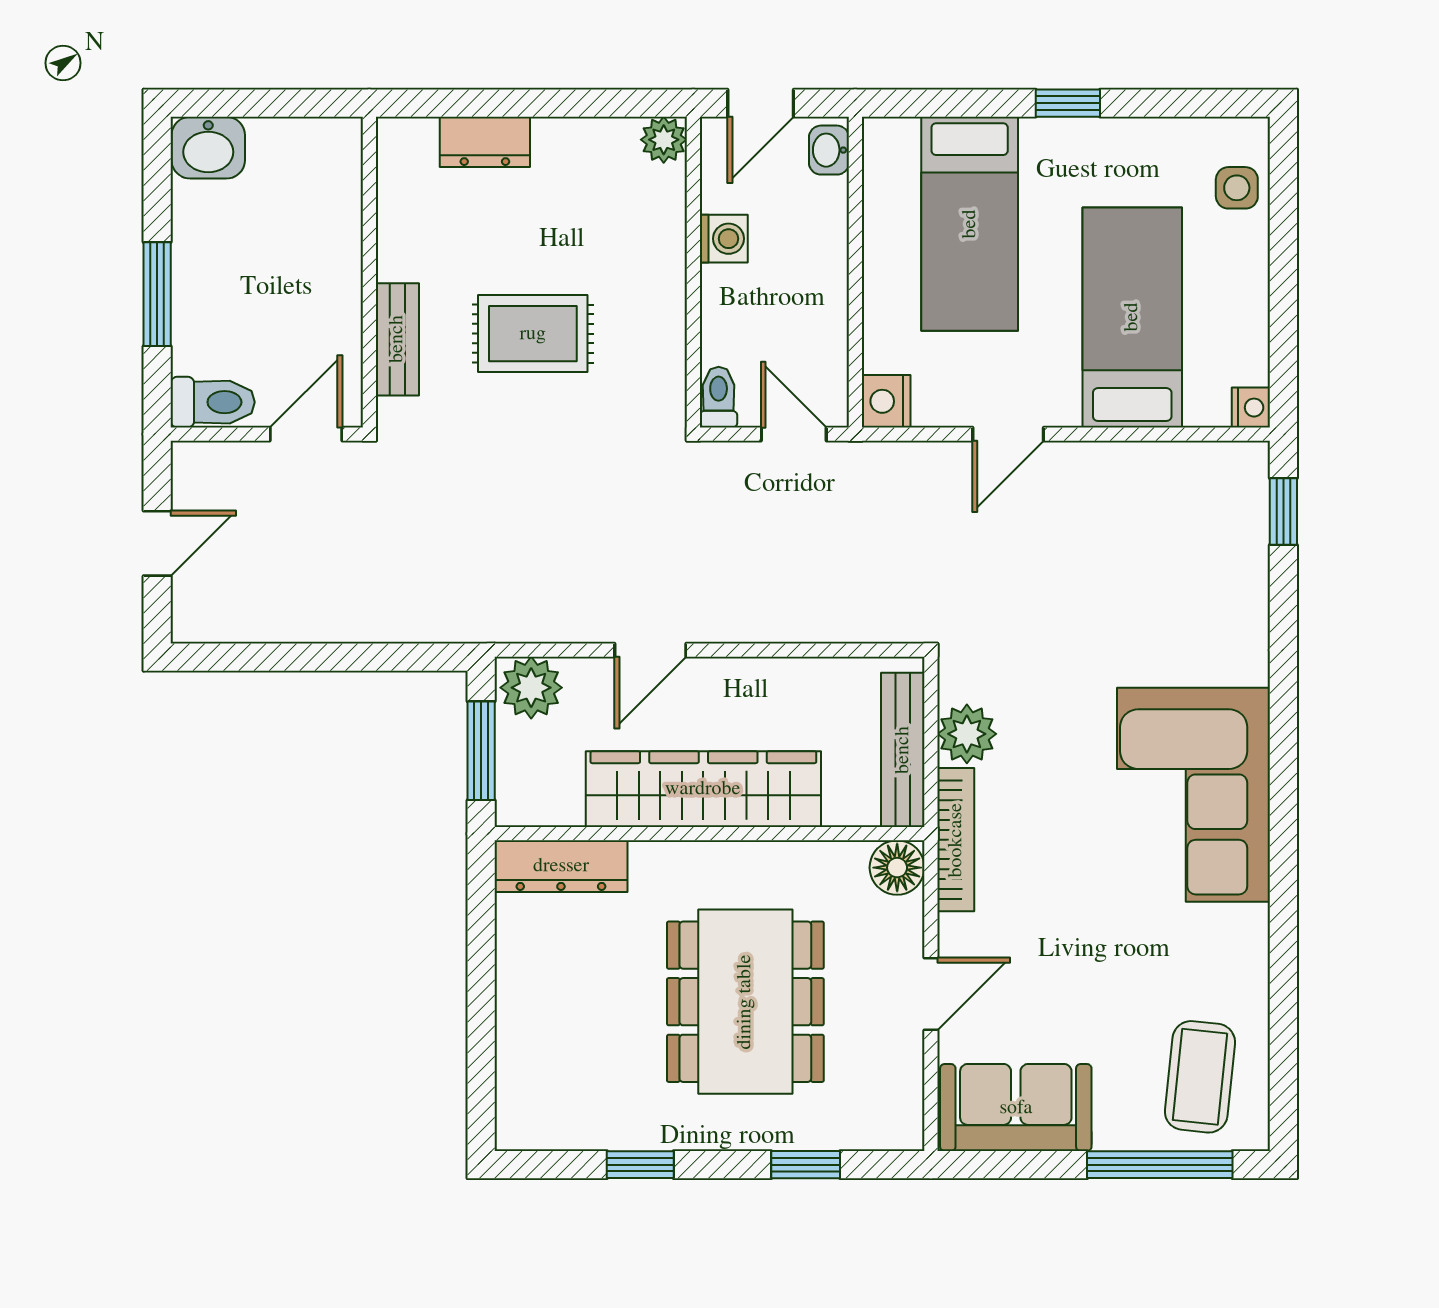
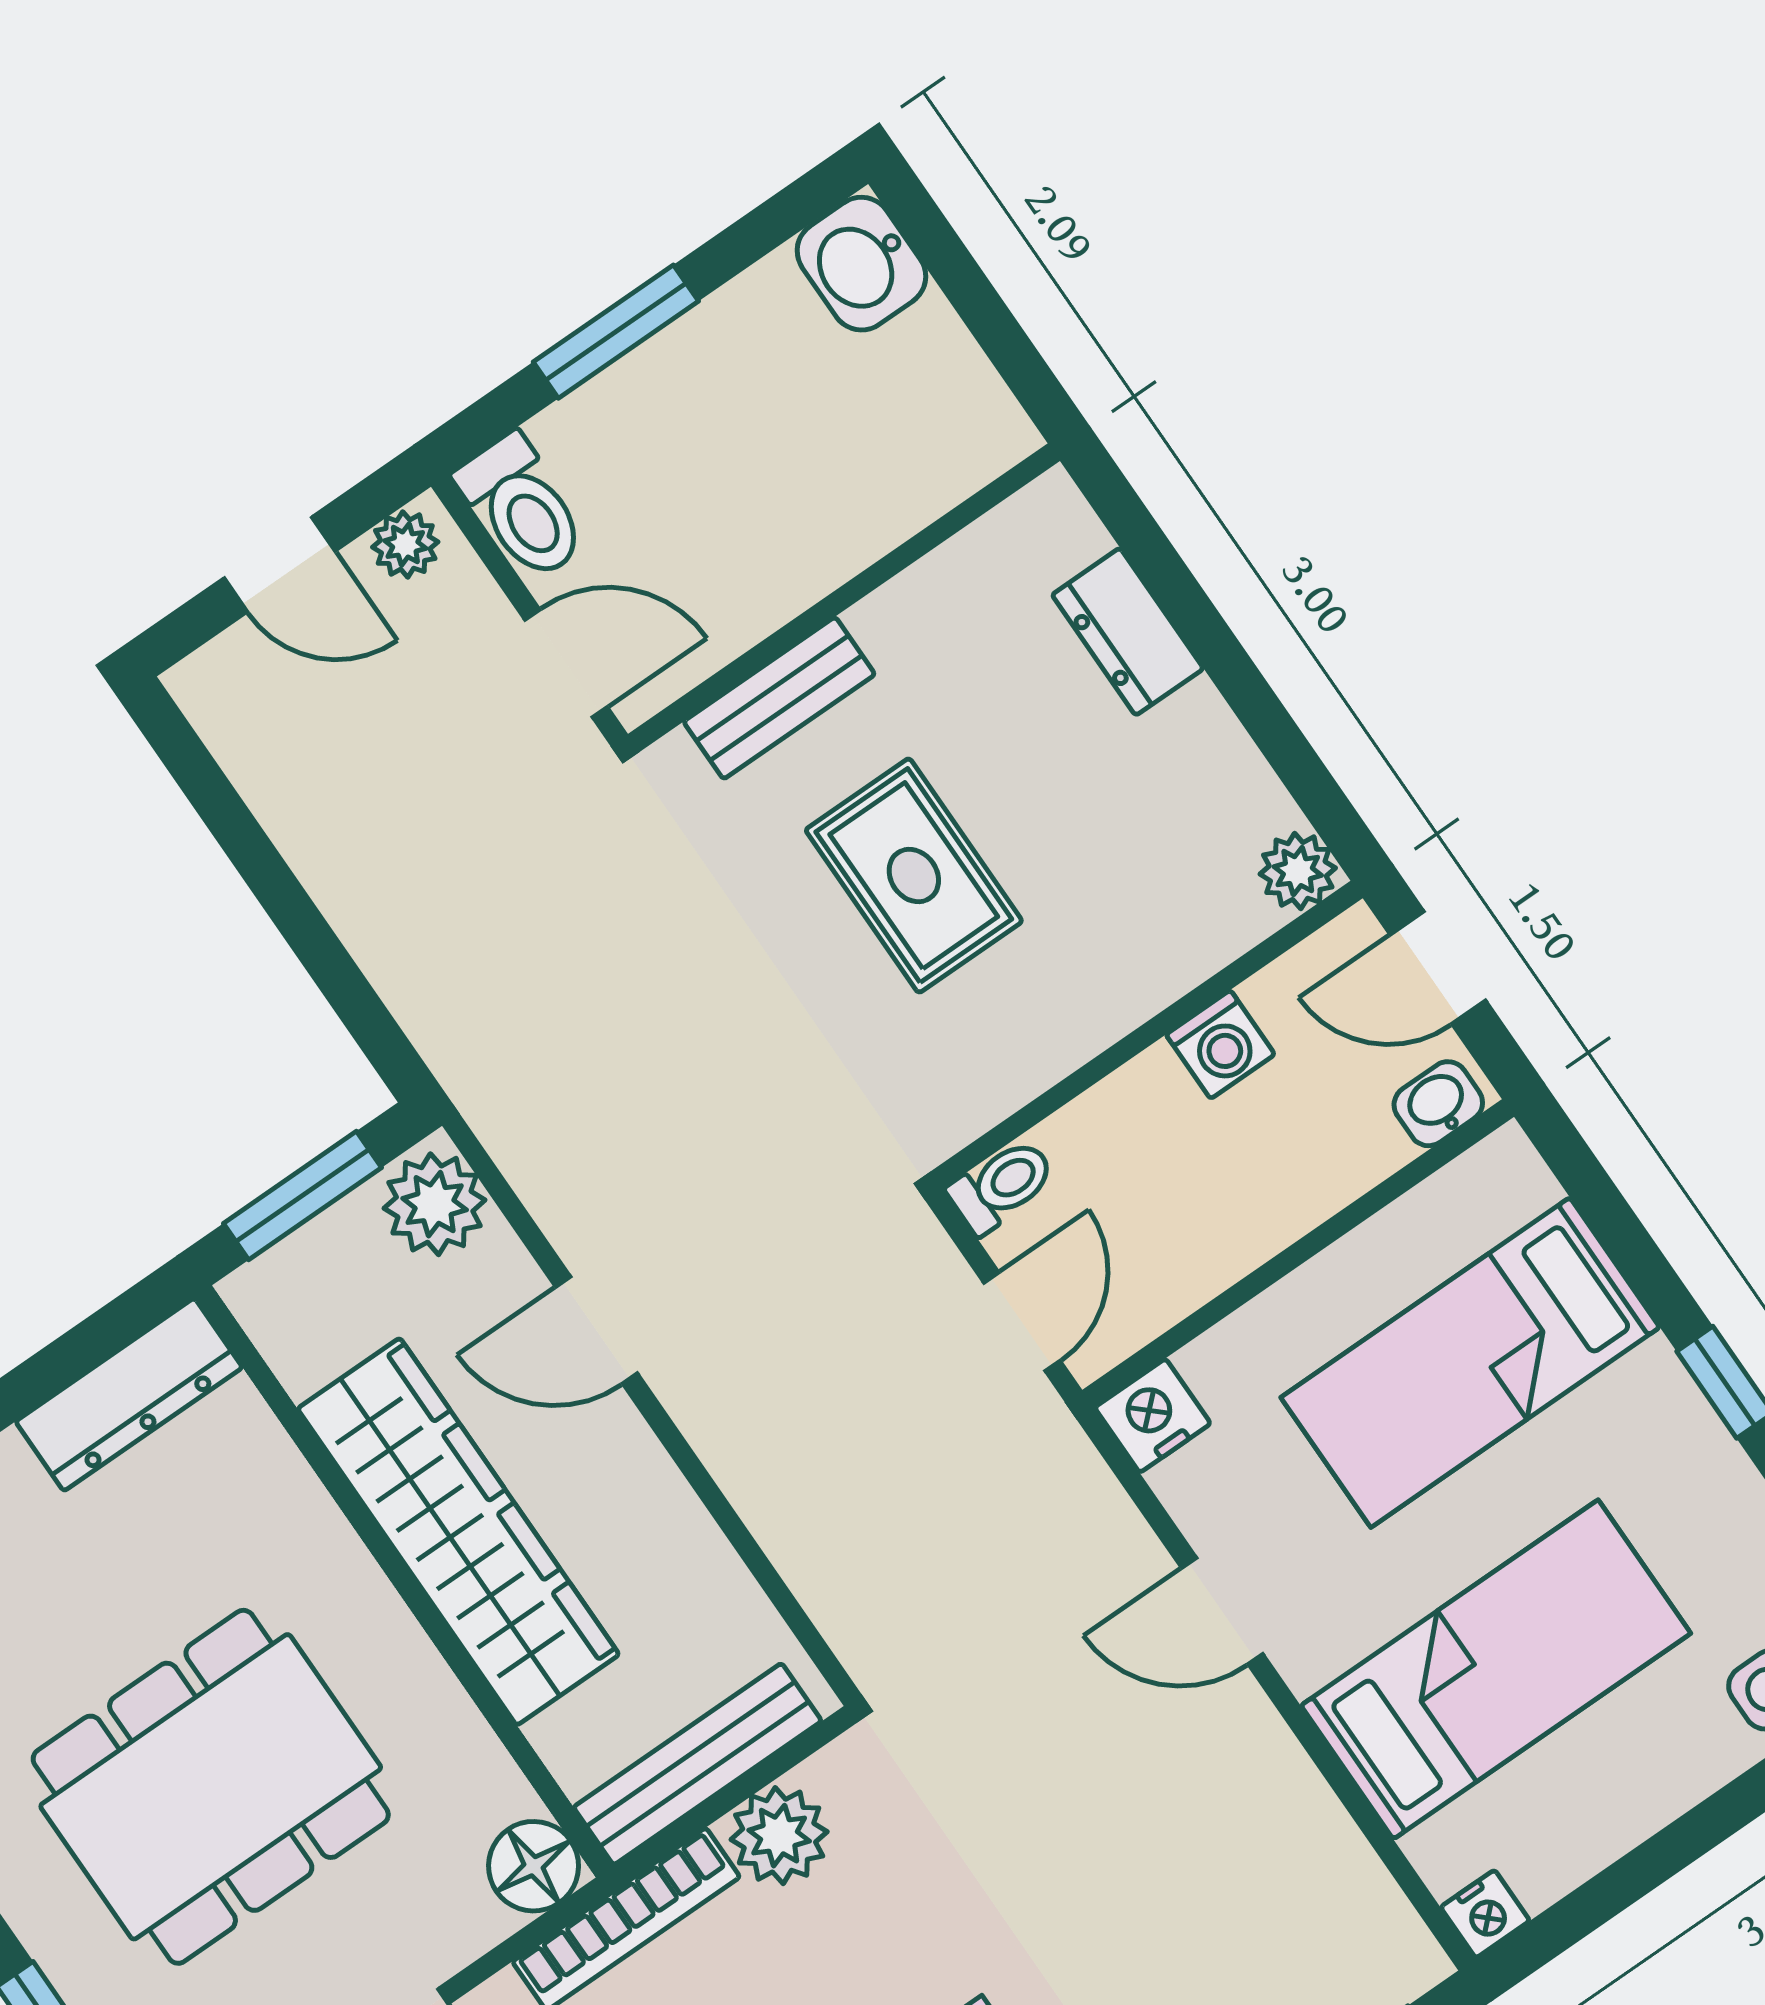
plant: (191, 473) -> (405, 544), added
dresser: (561, 866) -> (129, 1394), moved, turned -90

